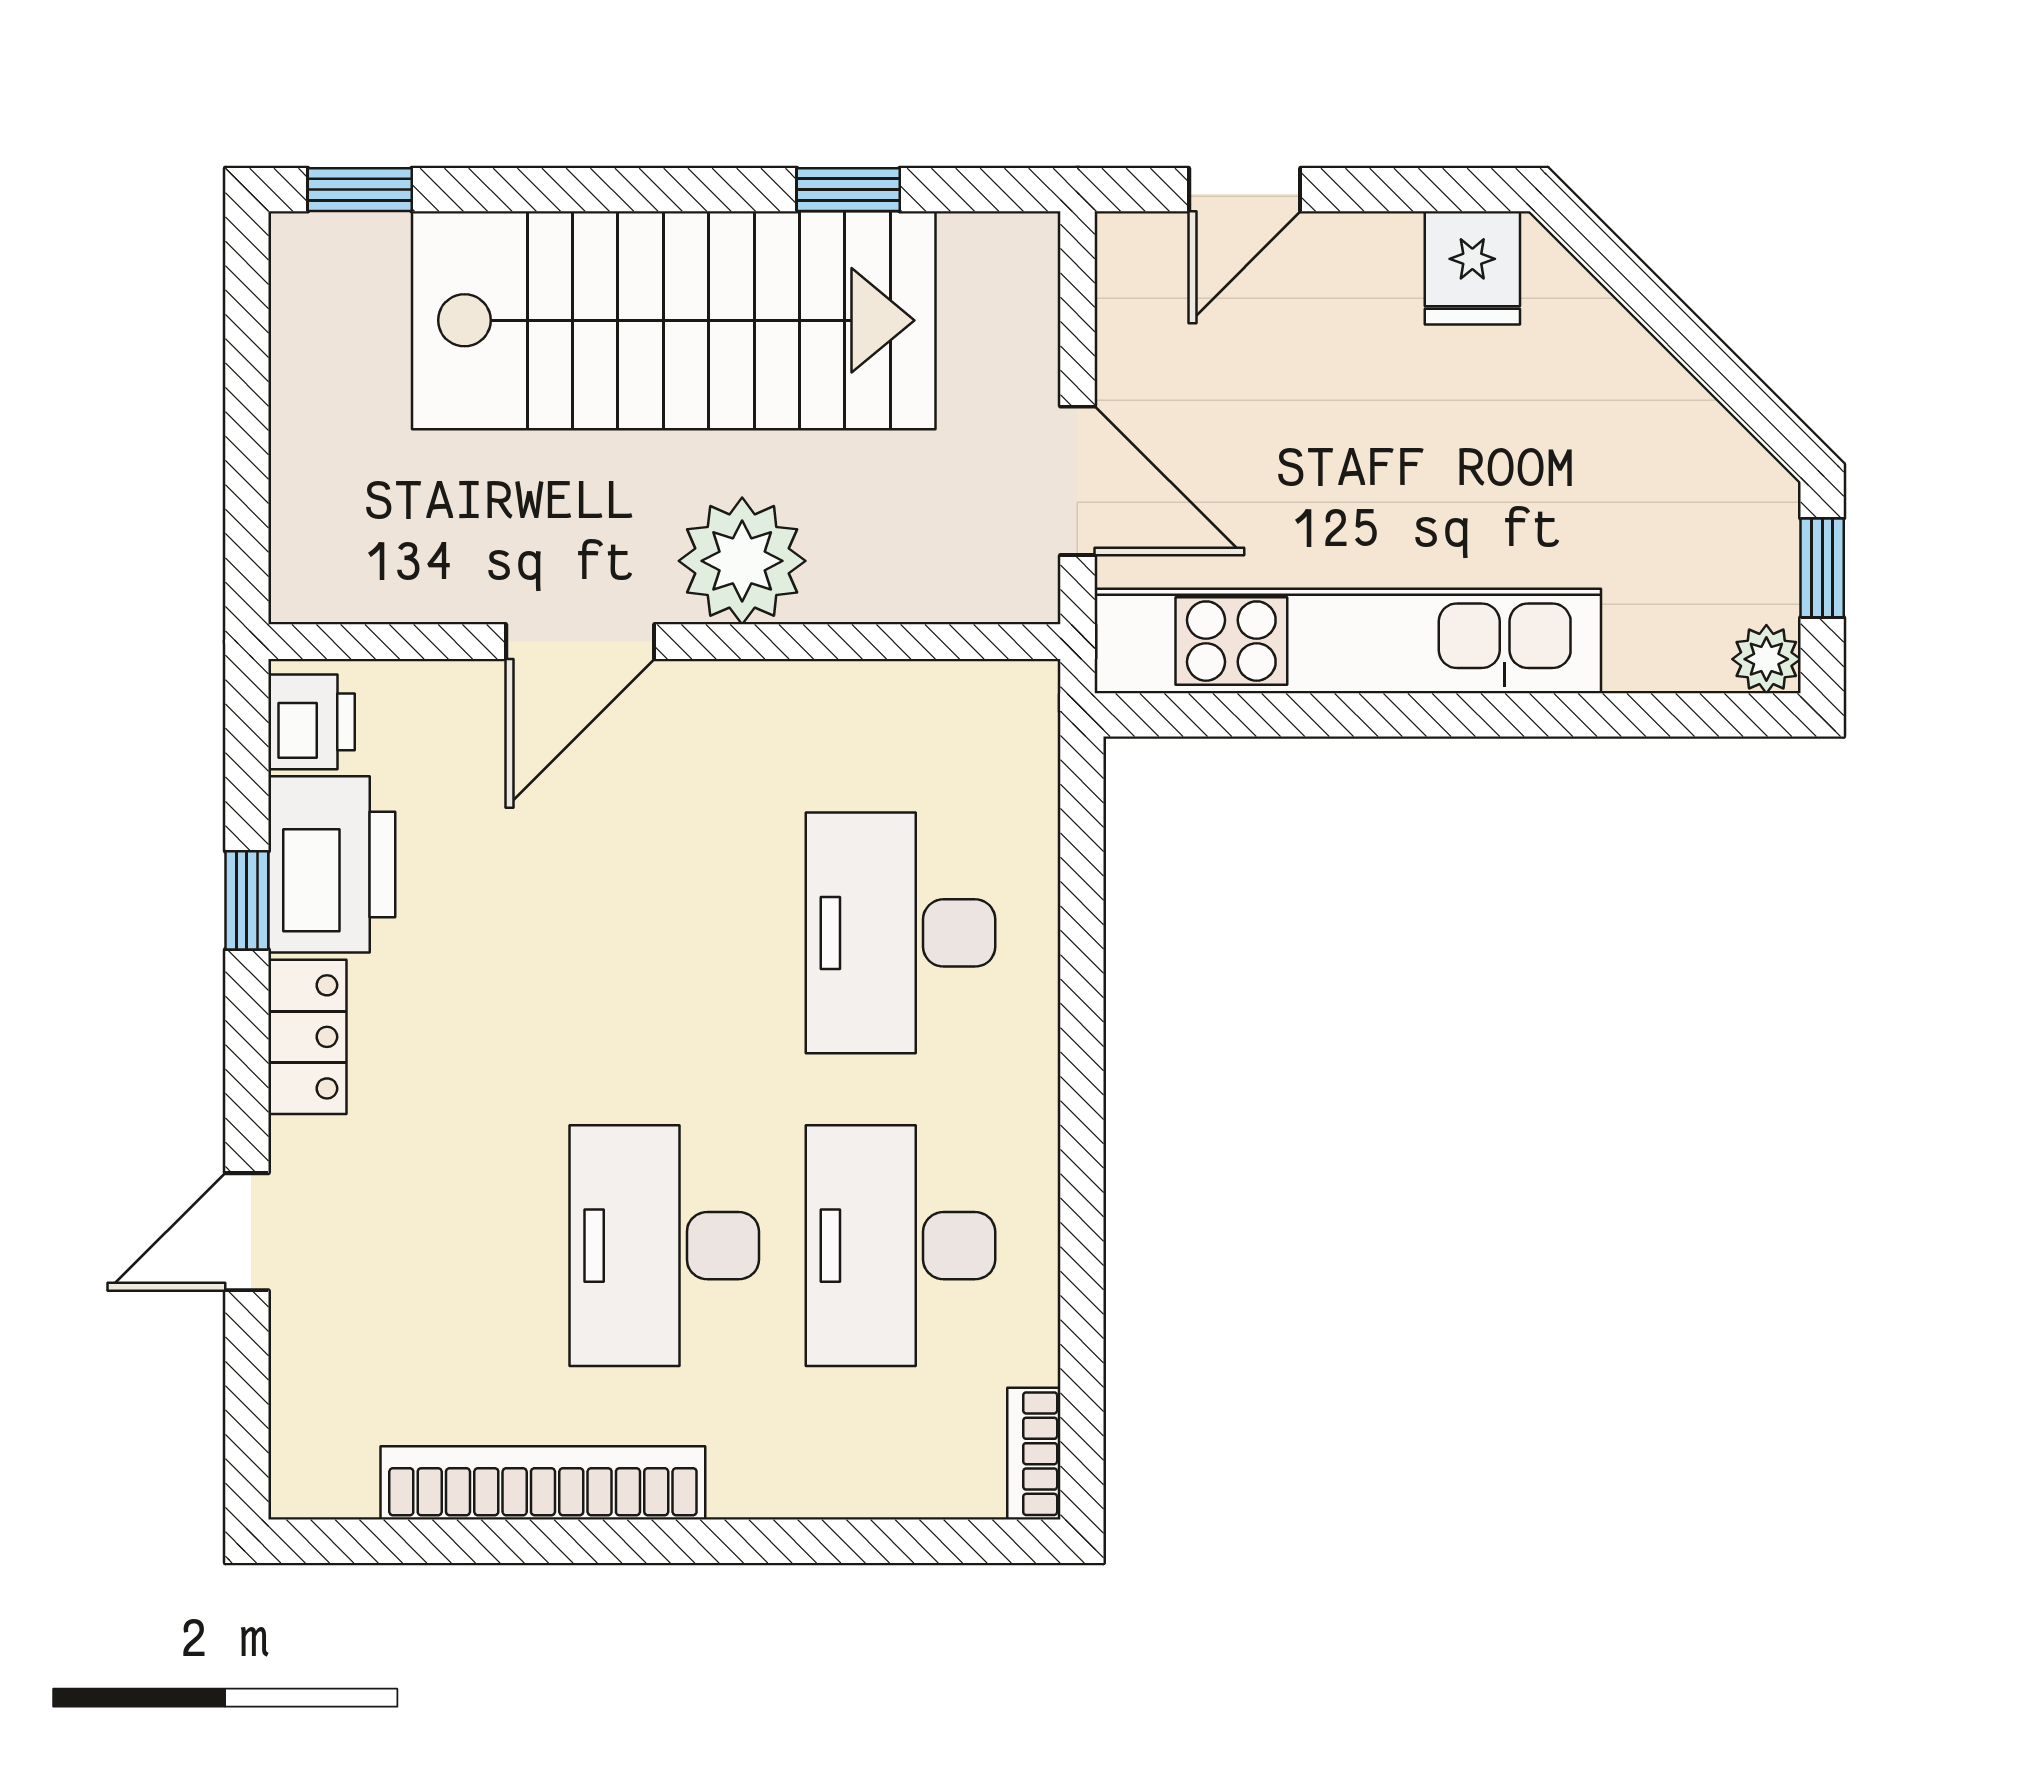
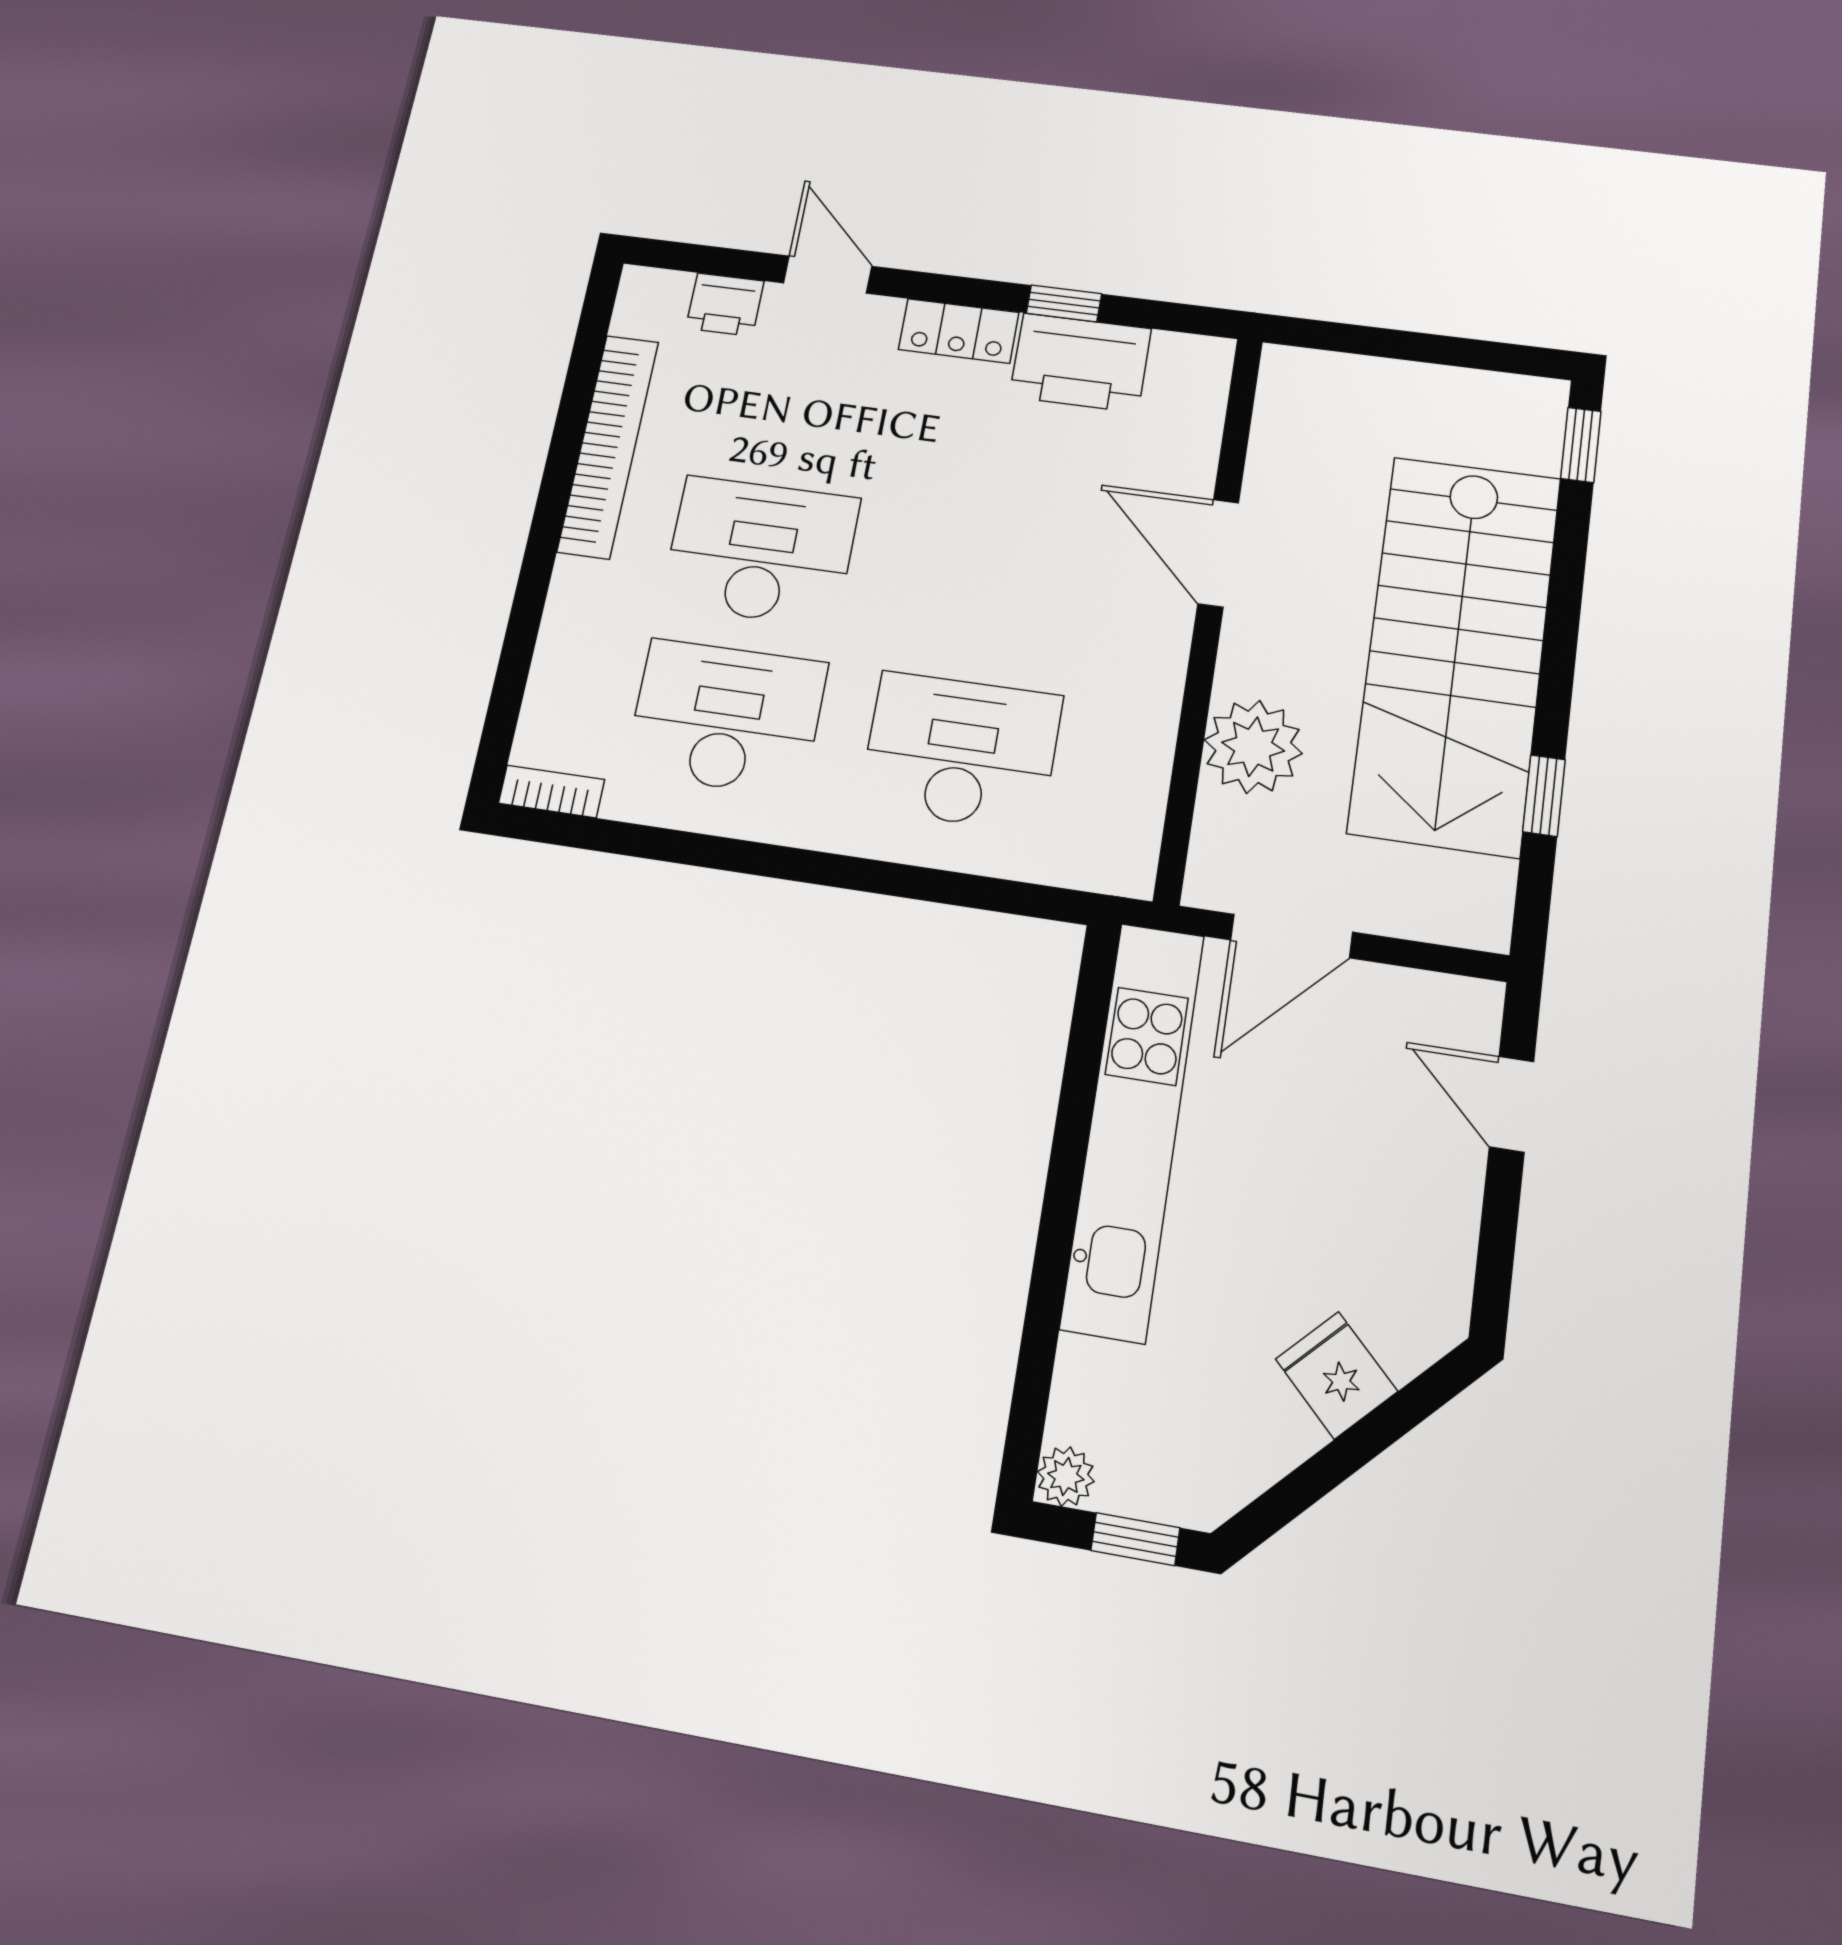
fridge: (1472, 268) -> (1336, 1375), moved, turned 45
plant: (742, 561) -> (1253, 747), moved
printer: (311, 722) -> (725, 305), moved

